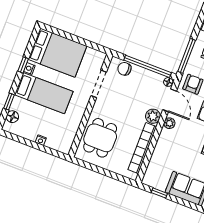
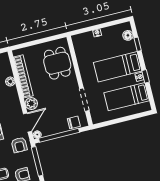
bed: (57, 53) -> (127, 97), width x0.67
door: (170, 100) -> (28, 122), swing flipped
plant: (169, 123) -> (10, 82), moved

